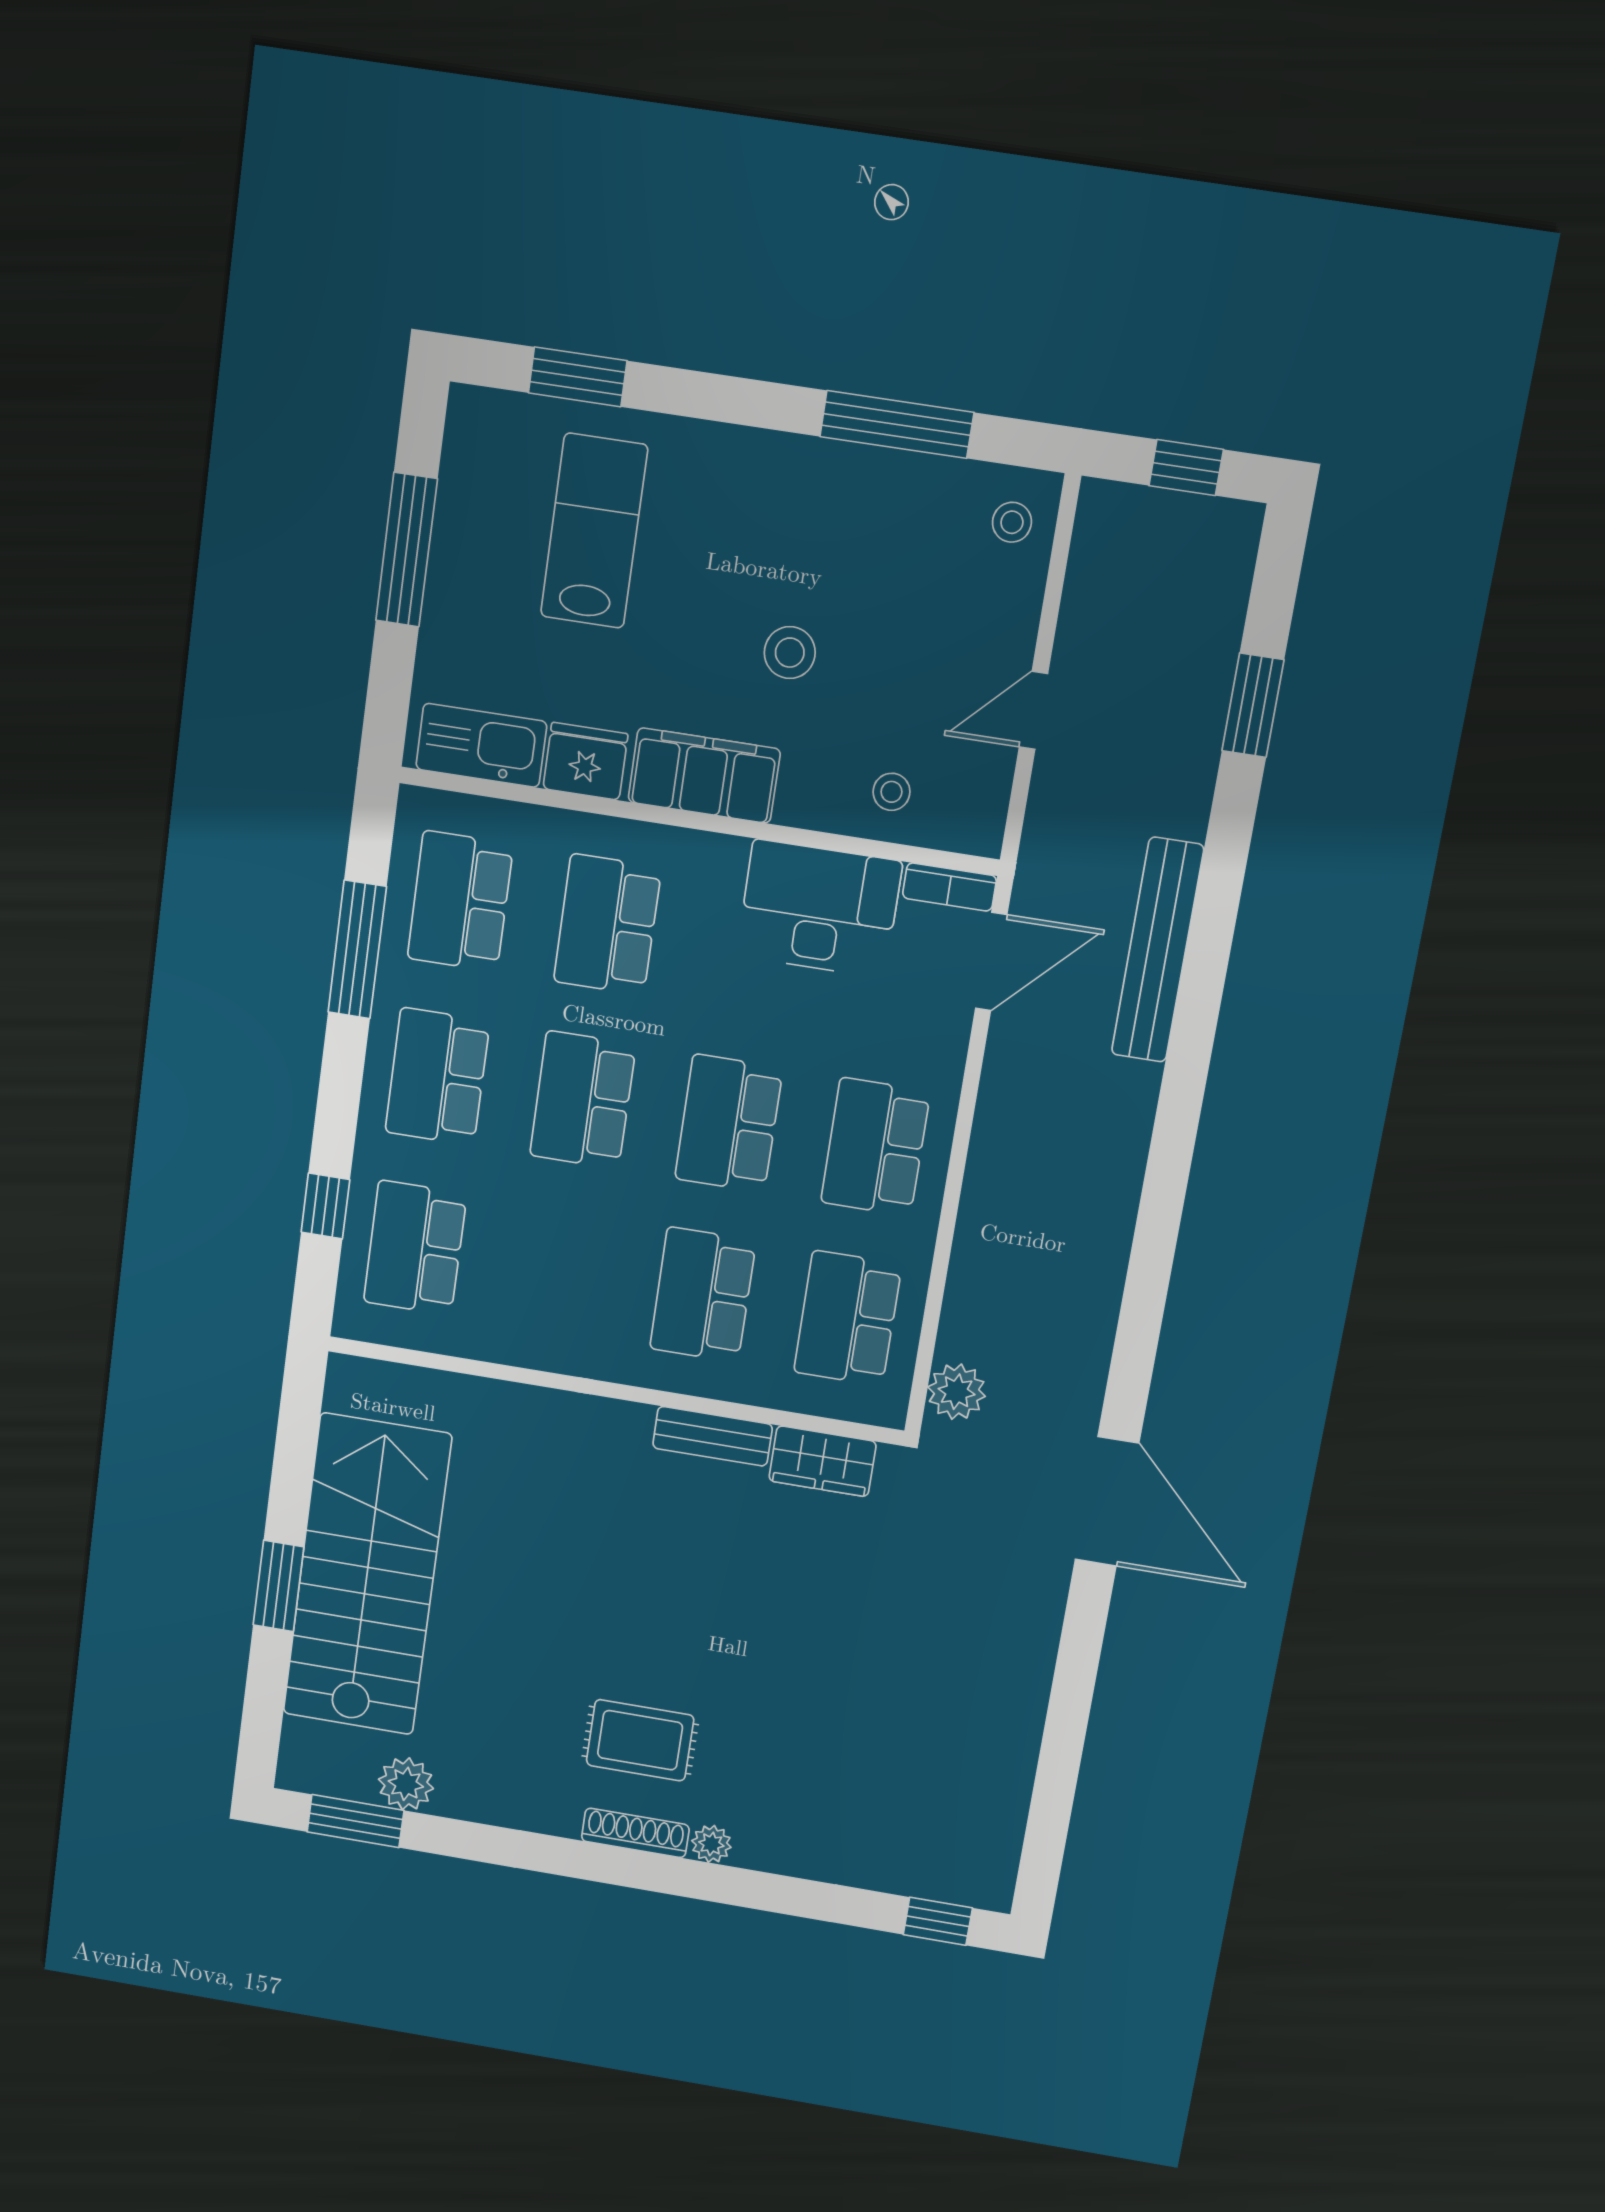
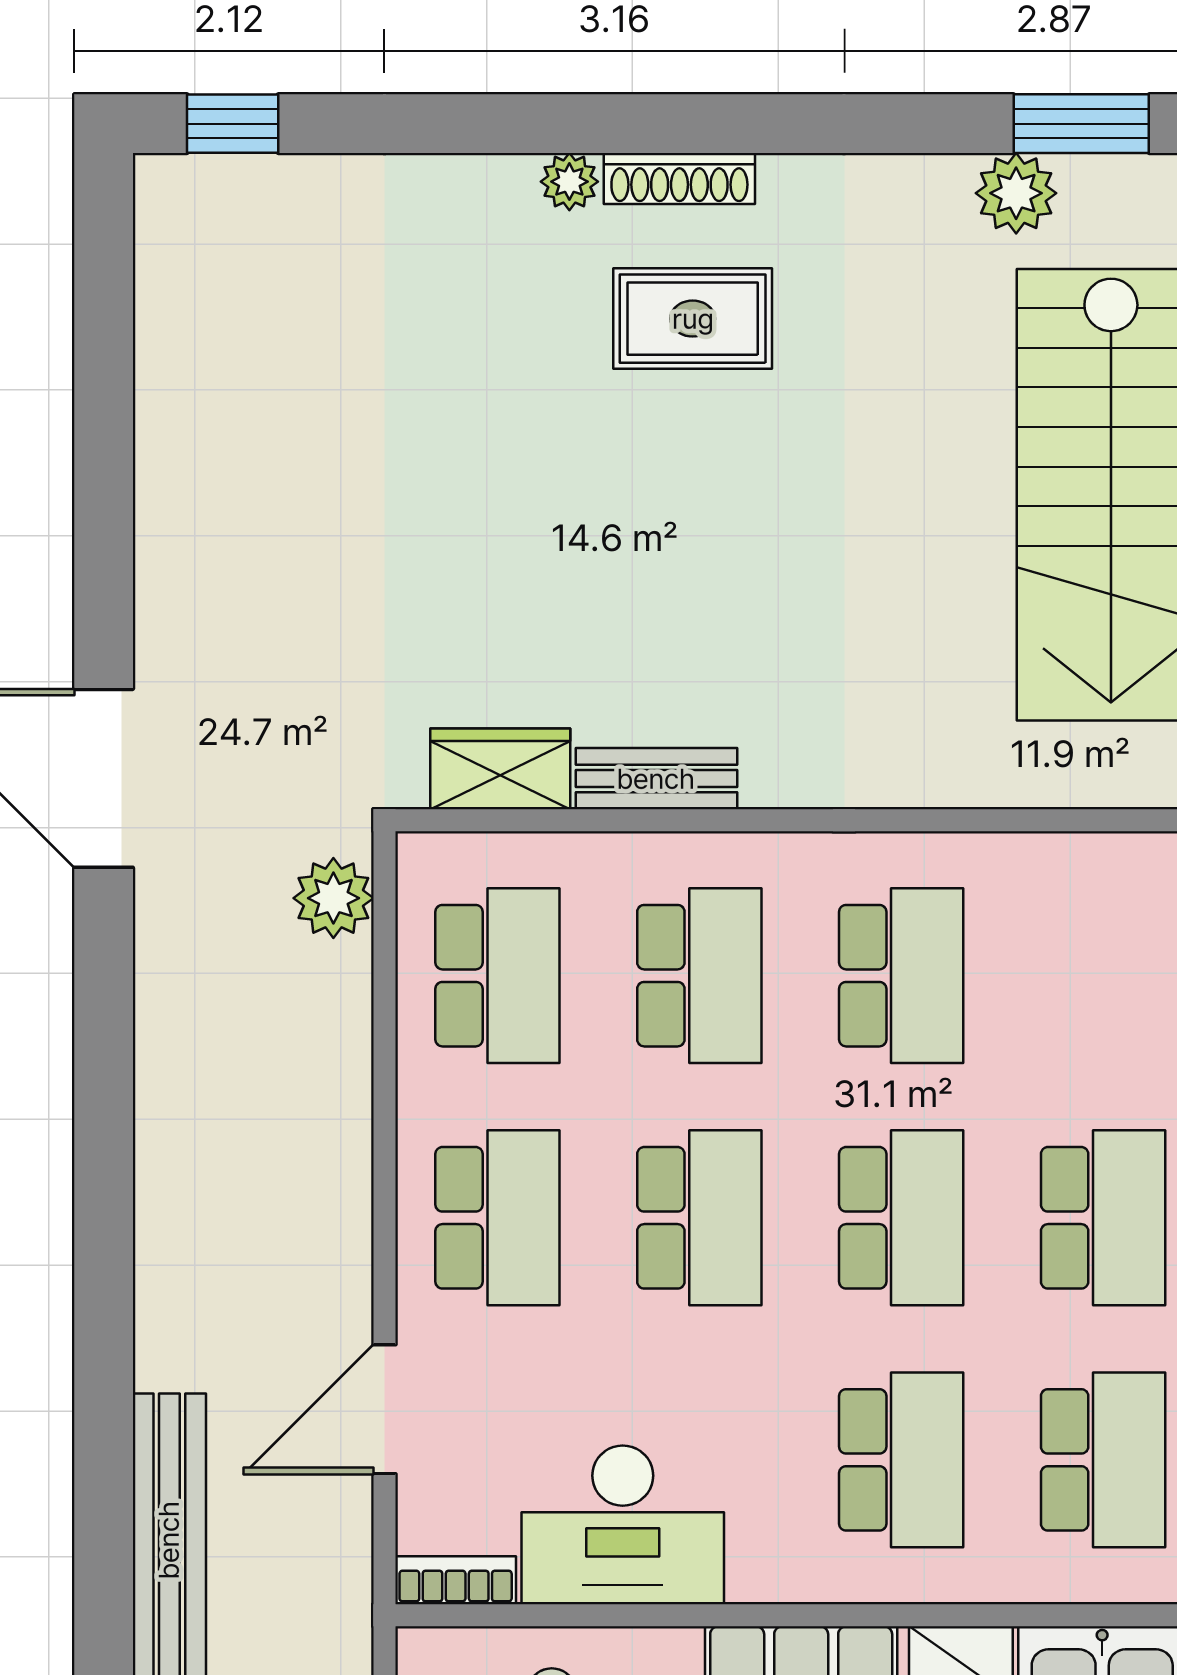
door: (991, 962) -> (384, 1409), moved
school desk: (415, 1248) -> (901, 976), moved

